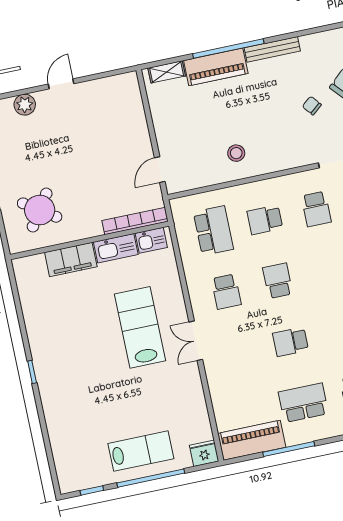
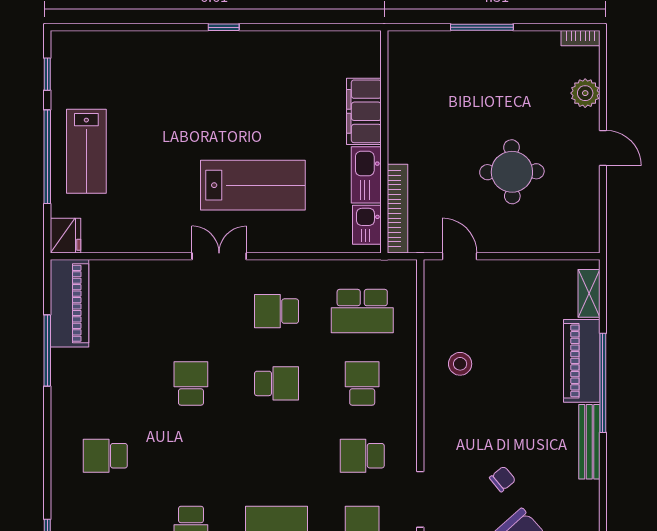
round table: (40, 210) -> (512, 172), moved, turned -35
school desk: (303, 403) -> (105, 383), removed

